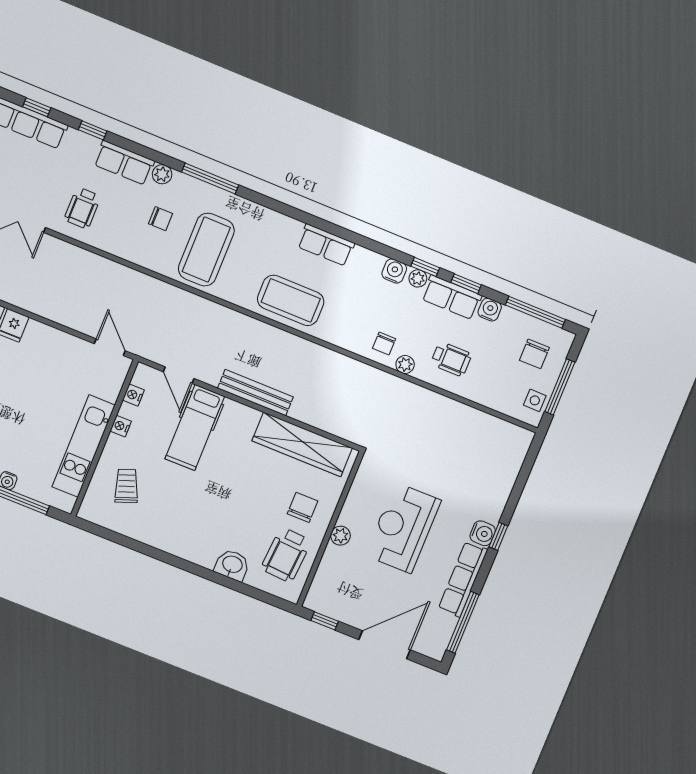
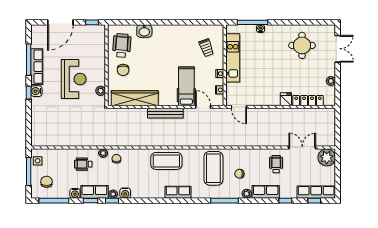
row of seats: (326, 245) -> (178, 192), moved
plant: (340, 536) -> (101, 91), moved
window: (463, 622) -> (29, 60), moved

